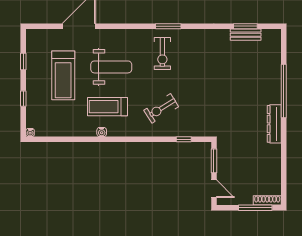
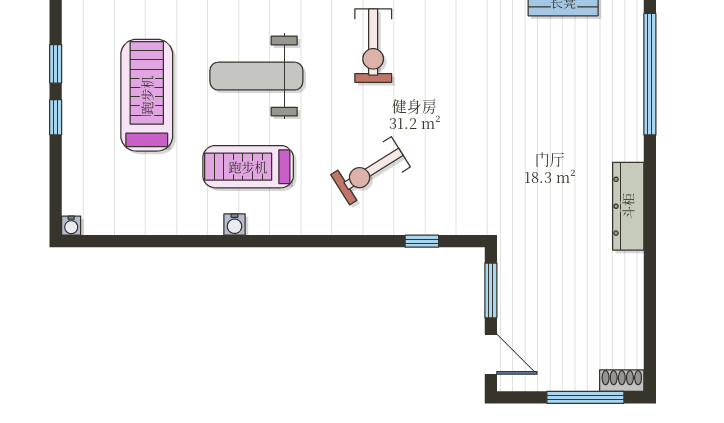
weight bench: (111, 67) -> (256, 76), turned 180
treadmill: (63, 75) -> (147, 95), turned 180
window: (284, 91) -> (650, 74), moved
window: (23, 99) -> (56, 117), moved
shoe rack: (267, 200) -> (622, 381), width x0.70

